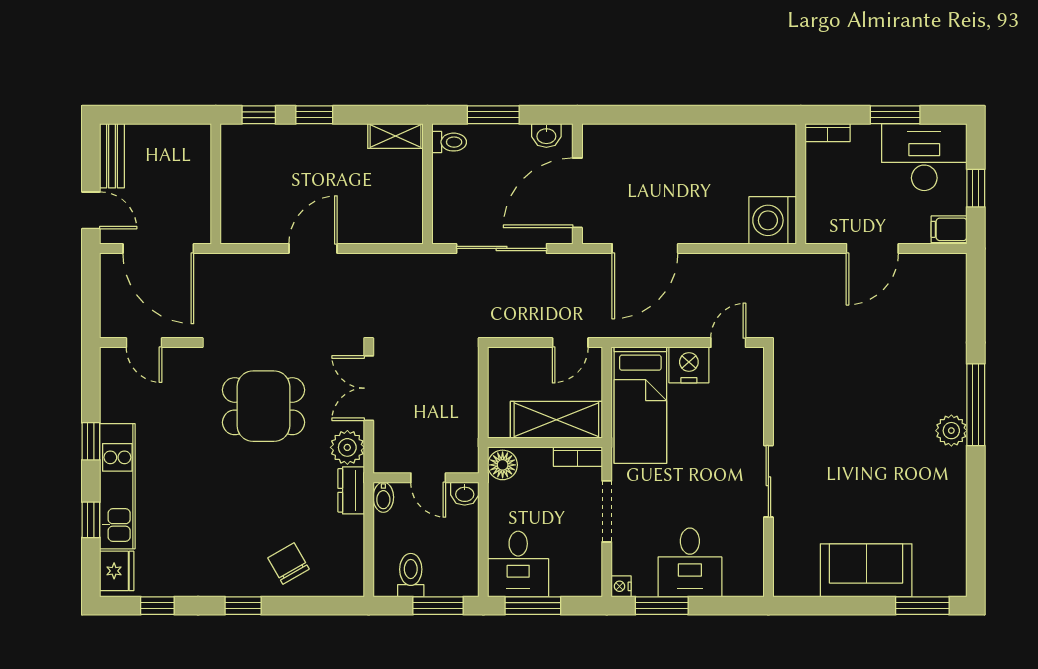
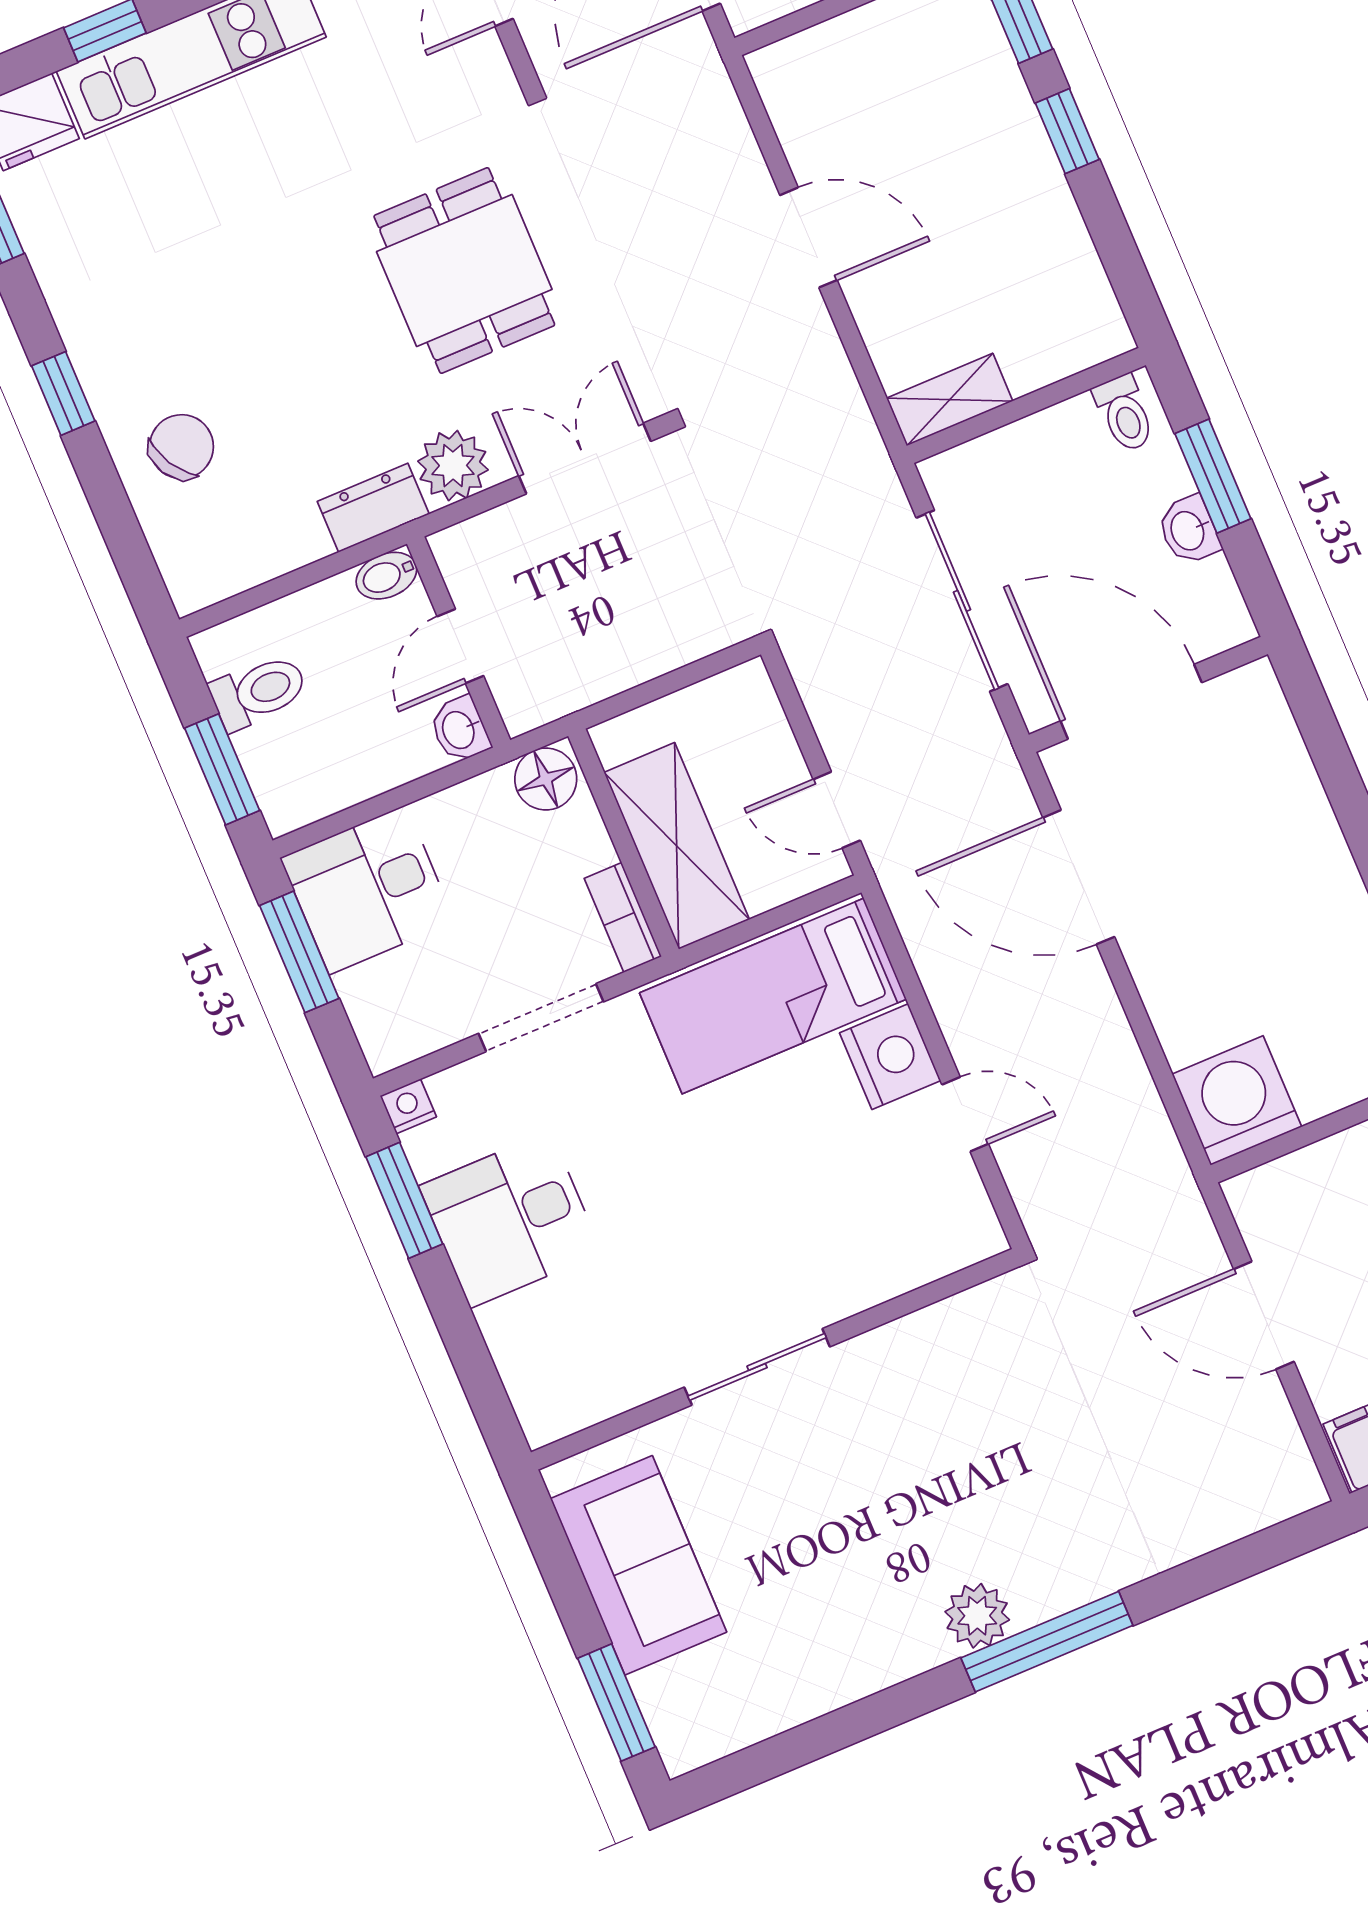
washbasin: (546, 135) -> (1189, 530), moved
shelving: (395, 136) -> (950, 400), moved, turned 90
wall: (768, 472) -> (775, 1359), moved
sliding door: (768, 481) -> (757, 1367), moved

